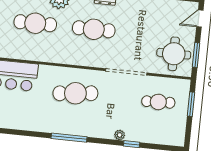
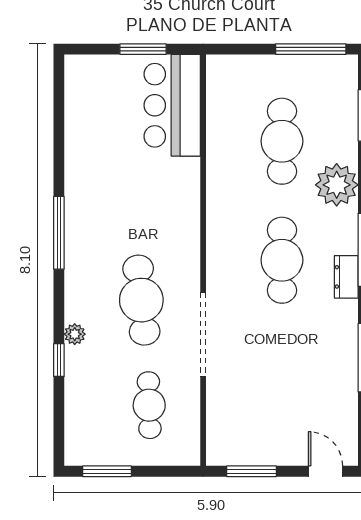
round table: (174, 54) -> (249, 426), removed
cafe table: (75, 93) -> (141, 300), moved
window: (191, 104) -> (107, 471), moved

